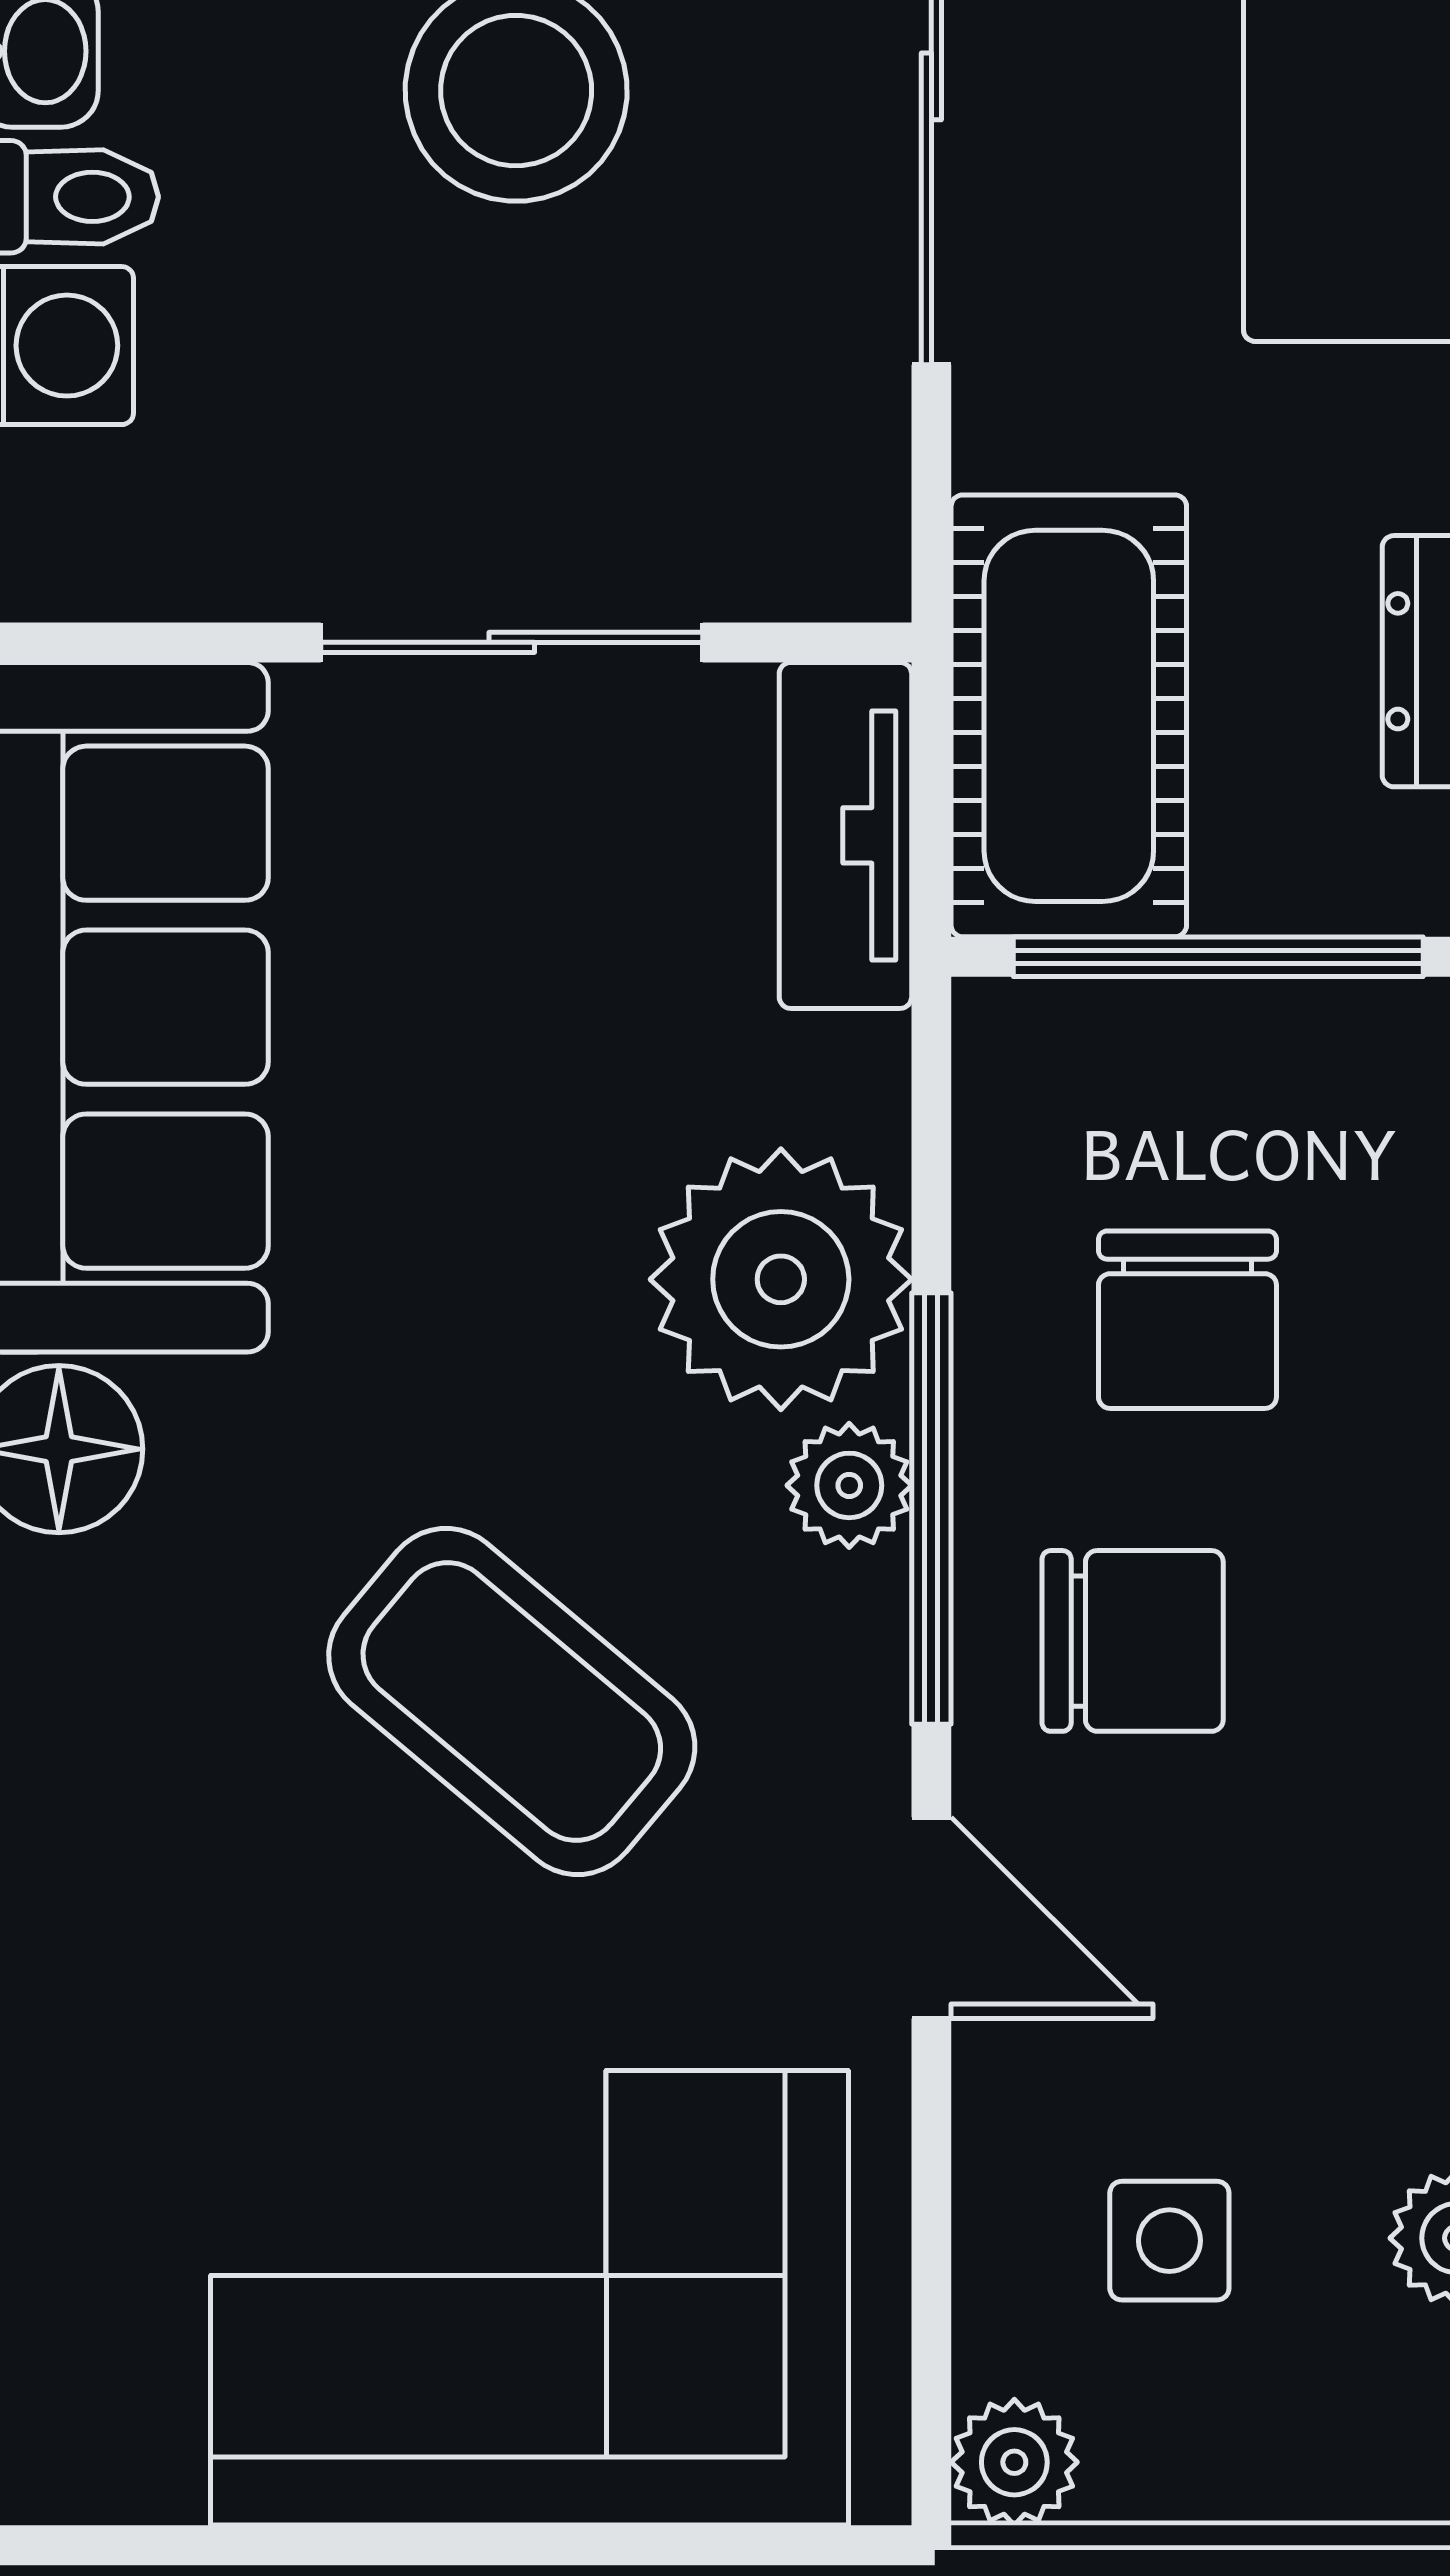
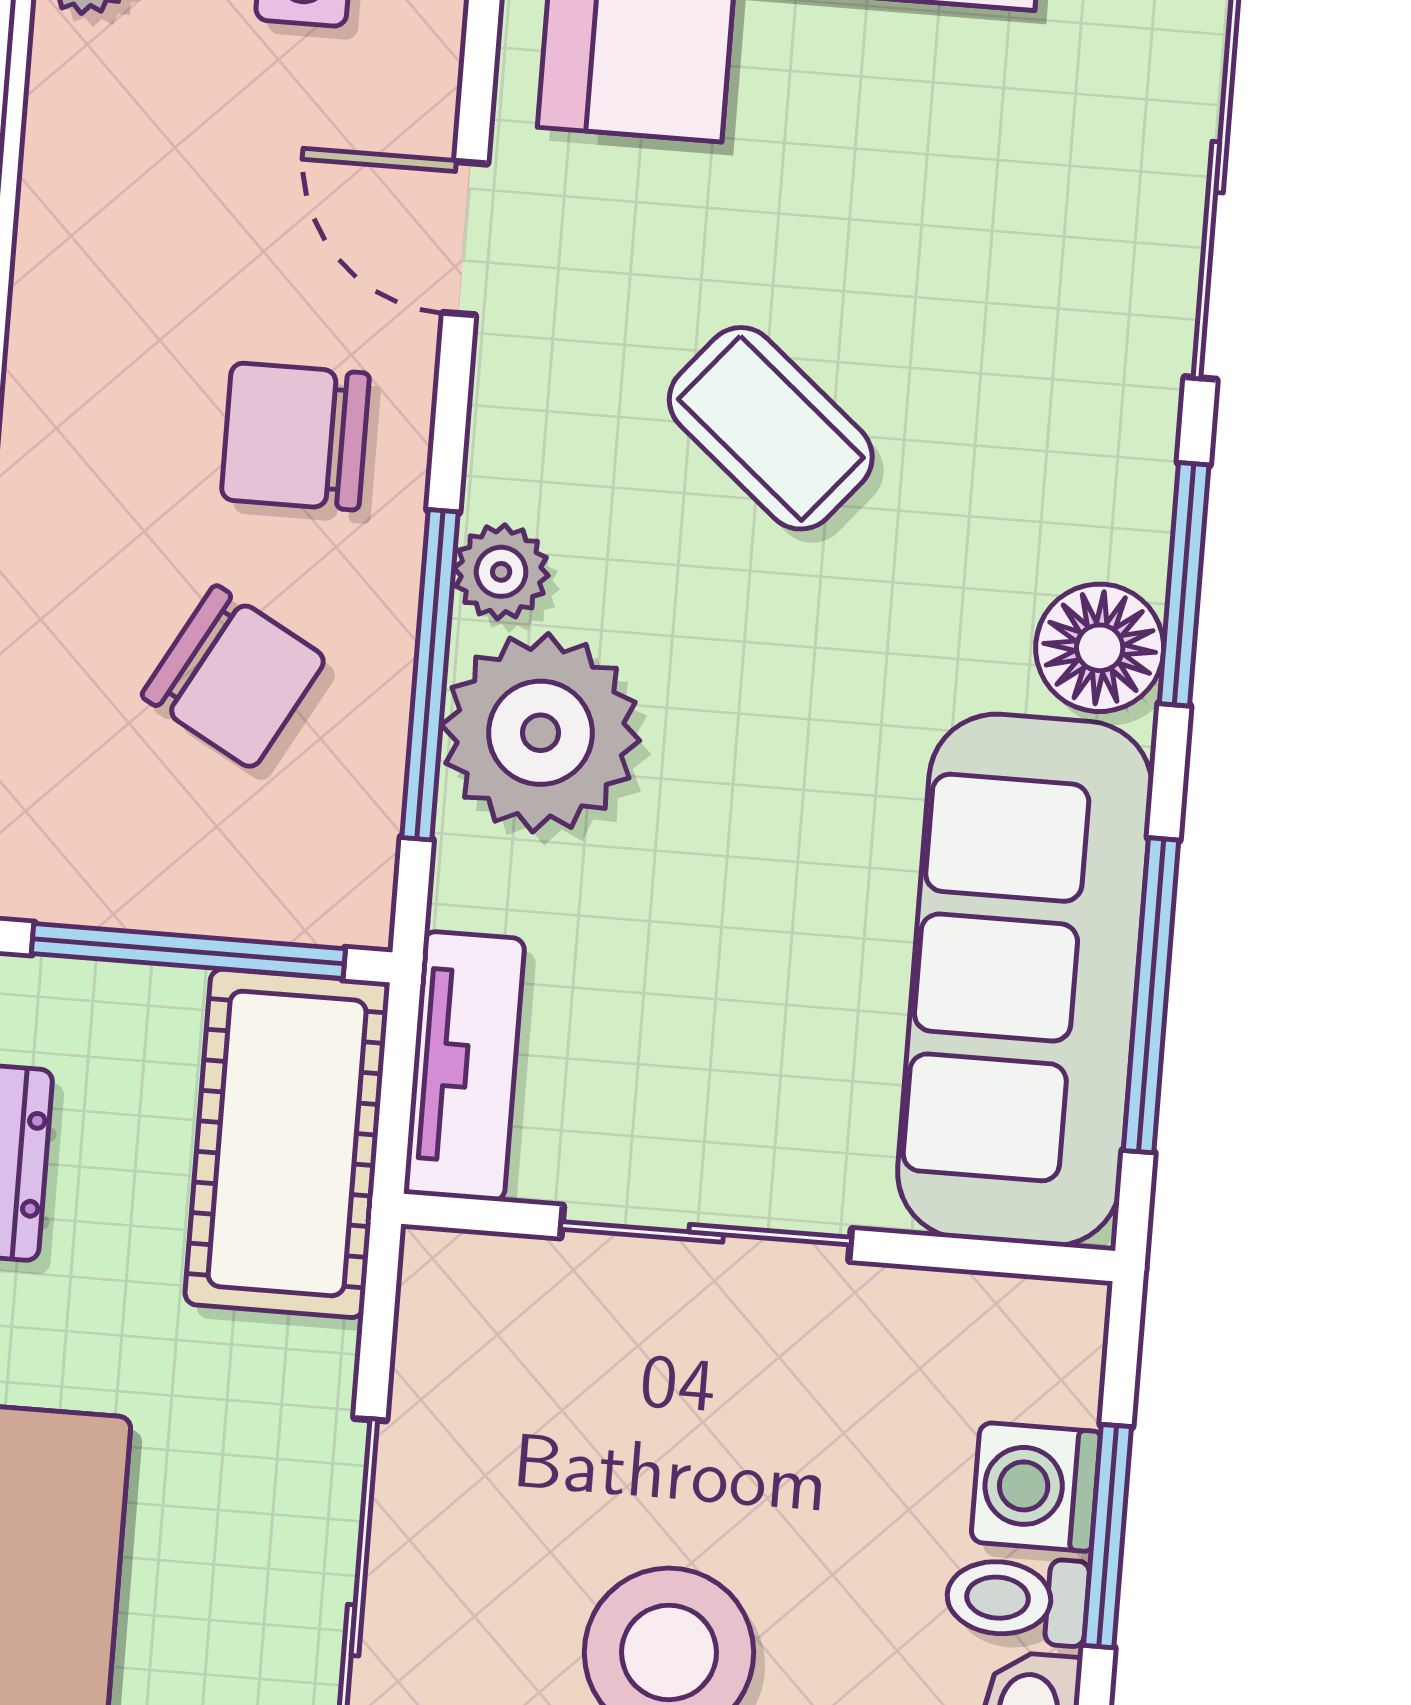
chair: (1187, 1320) -> (234, 677), turned 119
window: (931, 1508) -> (430, 675), moved
coffee table: (512, 1701) -> (771, 428), width x0.73, depth x0.77

